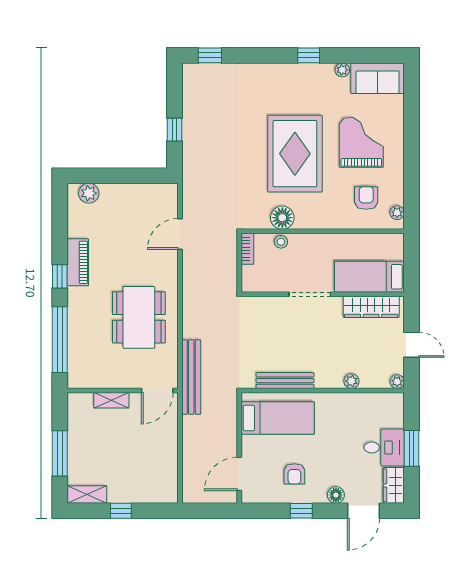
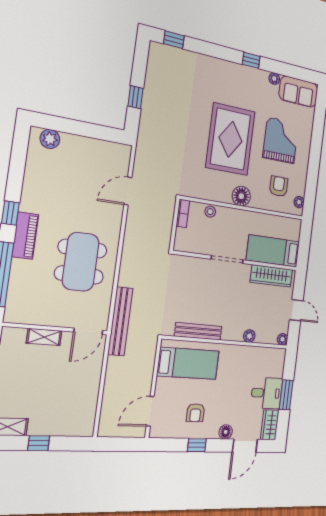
floor lamp: (282, 218) -> (241, 196), moved
piano: (78, 262) -> (25, 236), moved

